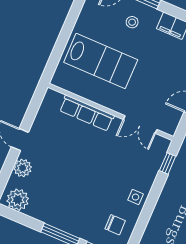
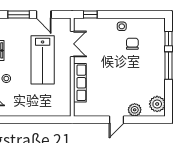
lab bench: (101, 61) -> (43, 60), moved, turned 180
chair: (115, 225) -> (132, 44), moved

